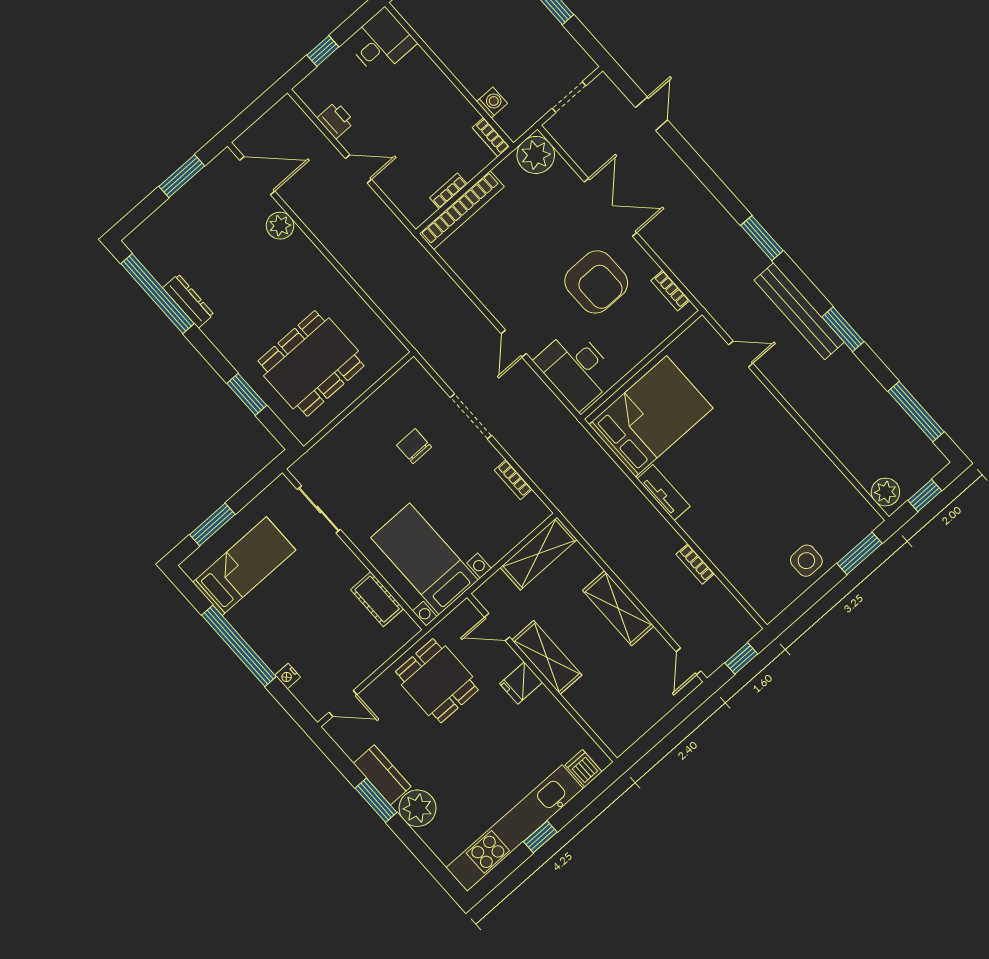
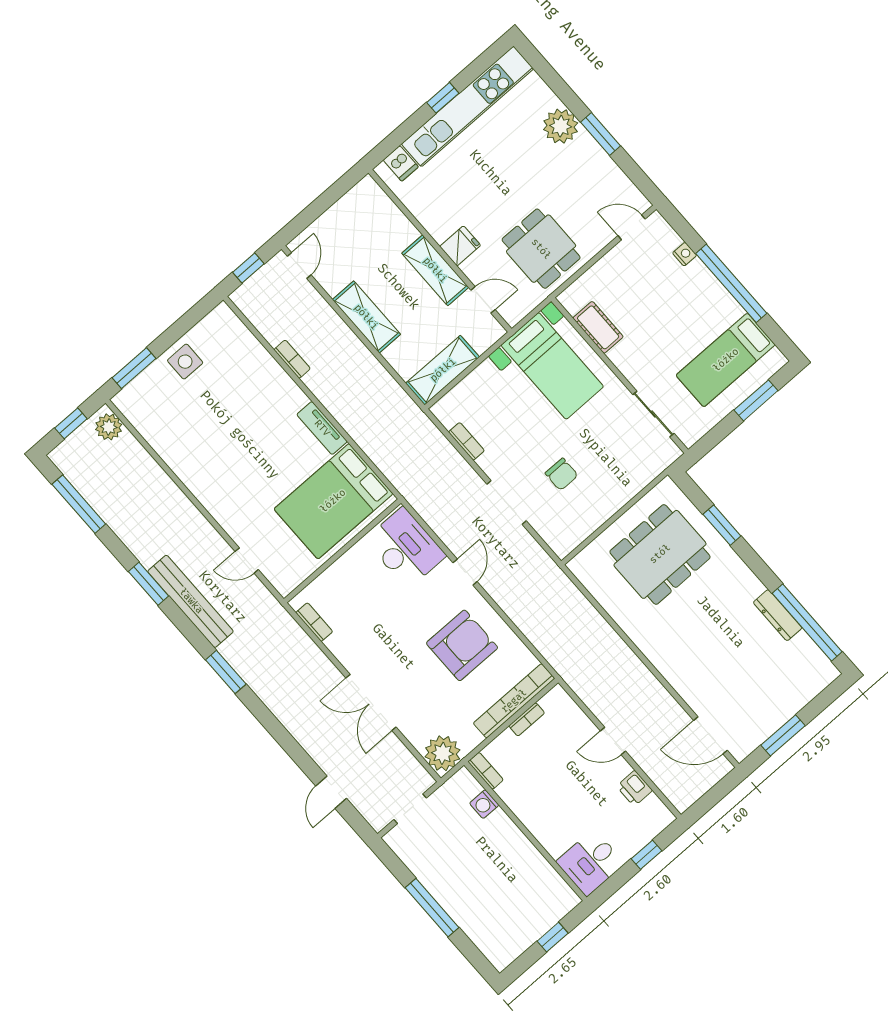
plant: (280, 226) -> (689, 687), removed
armchair: (596, 282) -> (462, 645), moved, turned 90
kitchen counter: (382, 775) -> (594, 158), removed

